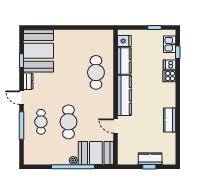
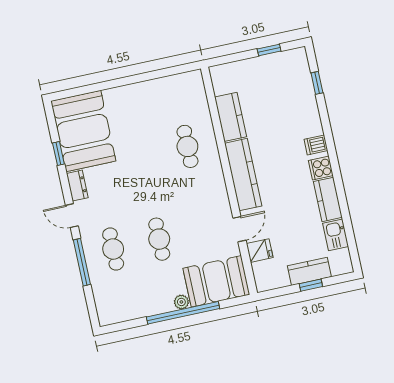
fridge: (124, 41) -> (260, 251), moved
kitchen sink: (170, 44) -> (336, 235), moved
dishwasher: (169, 65) -> (316, 145), moved
cafe table: (96, 72) -> (187, 146), width x0.73, depth x0.74
cooker: (169, 76) -> (321, 168), moved
cafe table: (68, 122) -> (159, 239), width x0.73, depth x0.74
door: (115, 126) -> (239, 229), swing flipped

